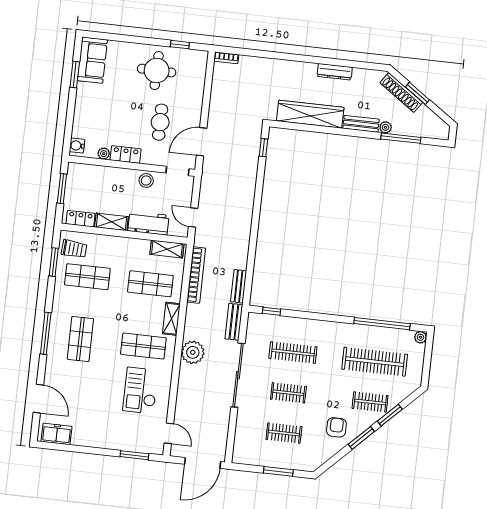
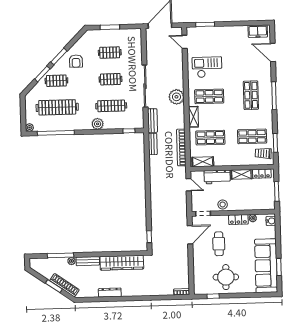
sofa: (92, 60) -> (266, 266), width x1.85, depth x1.27
plant: (317, 328) -> (98, 124), added
checkout: (140, 390) -> (207, 67), turned -90

